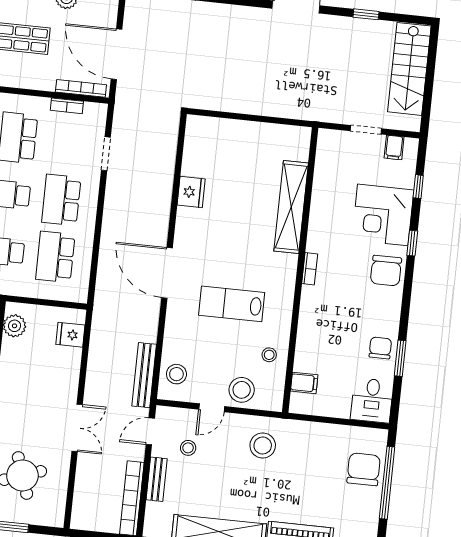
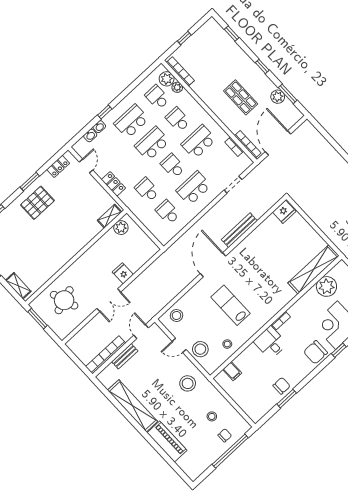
plant: (329, 178) -> (326, 286), added
fridge: (191, 192) -> (284, 212), moved
shelving: (291, 207) -> (313, 269), moved
school desk: (55, 257) -> (168, 212), width x0.54
fridge: (70, 335) -> (123, 273), moved
bench: (144, 375) -> (239, 230), moved
desk: (372, 400) -> (270, 343), moved, turned 90
door: (150, 431) -> (141, 331), hinge flipped
stool: (188, 448) -> (212, 416), moved
chair: (364, 469) -> (225, 435), width x0.54, depth x0.54

